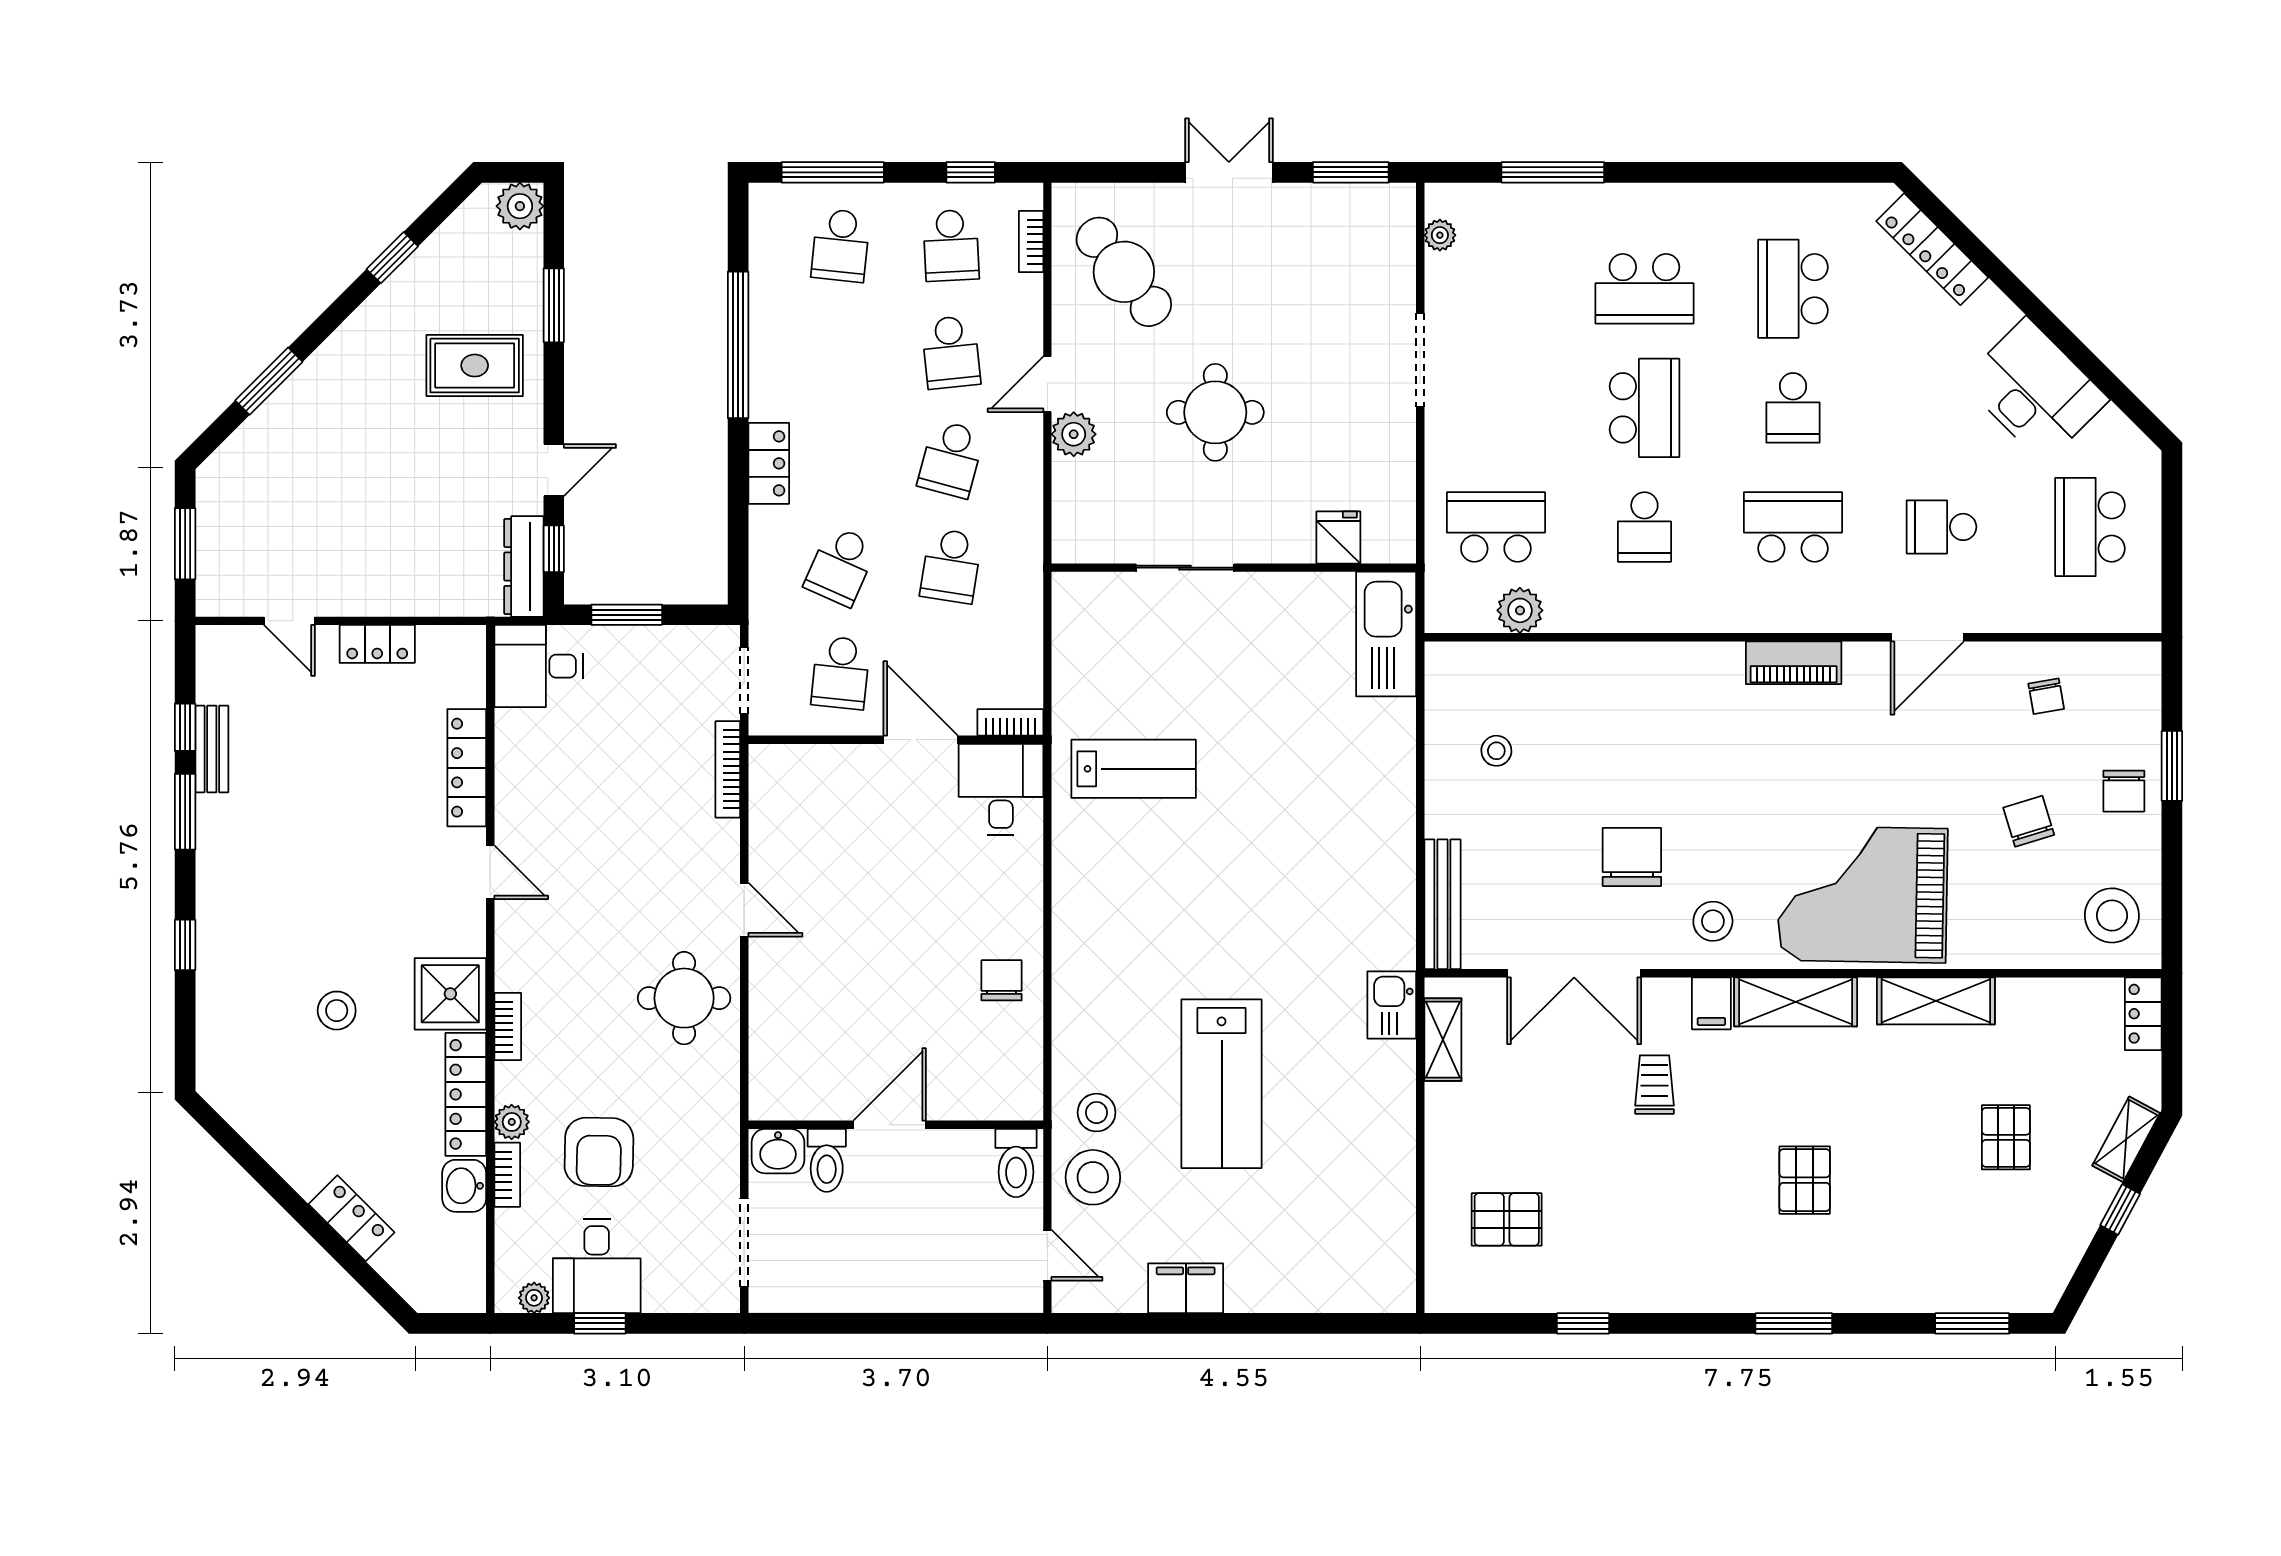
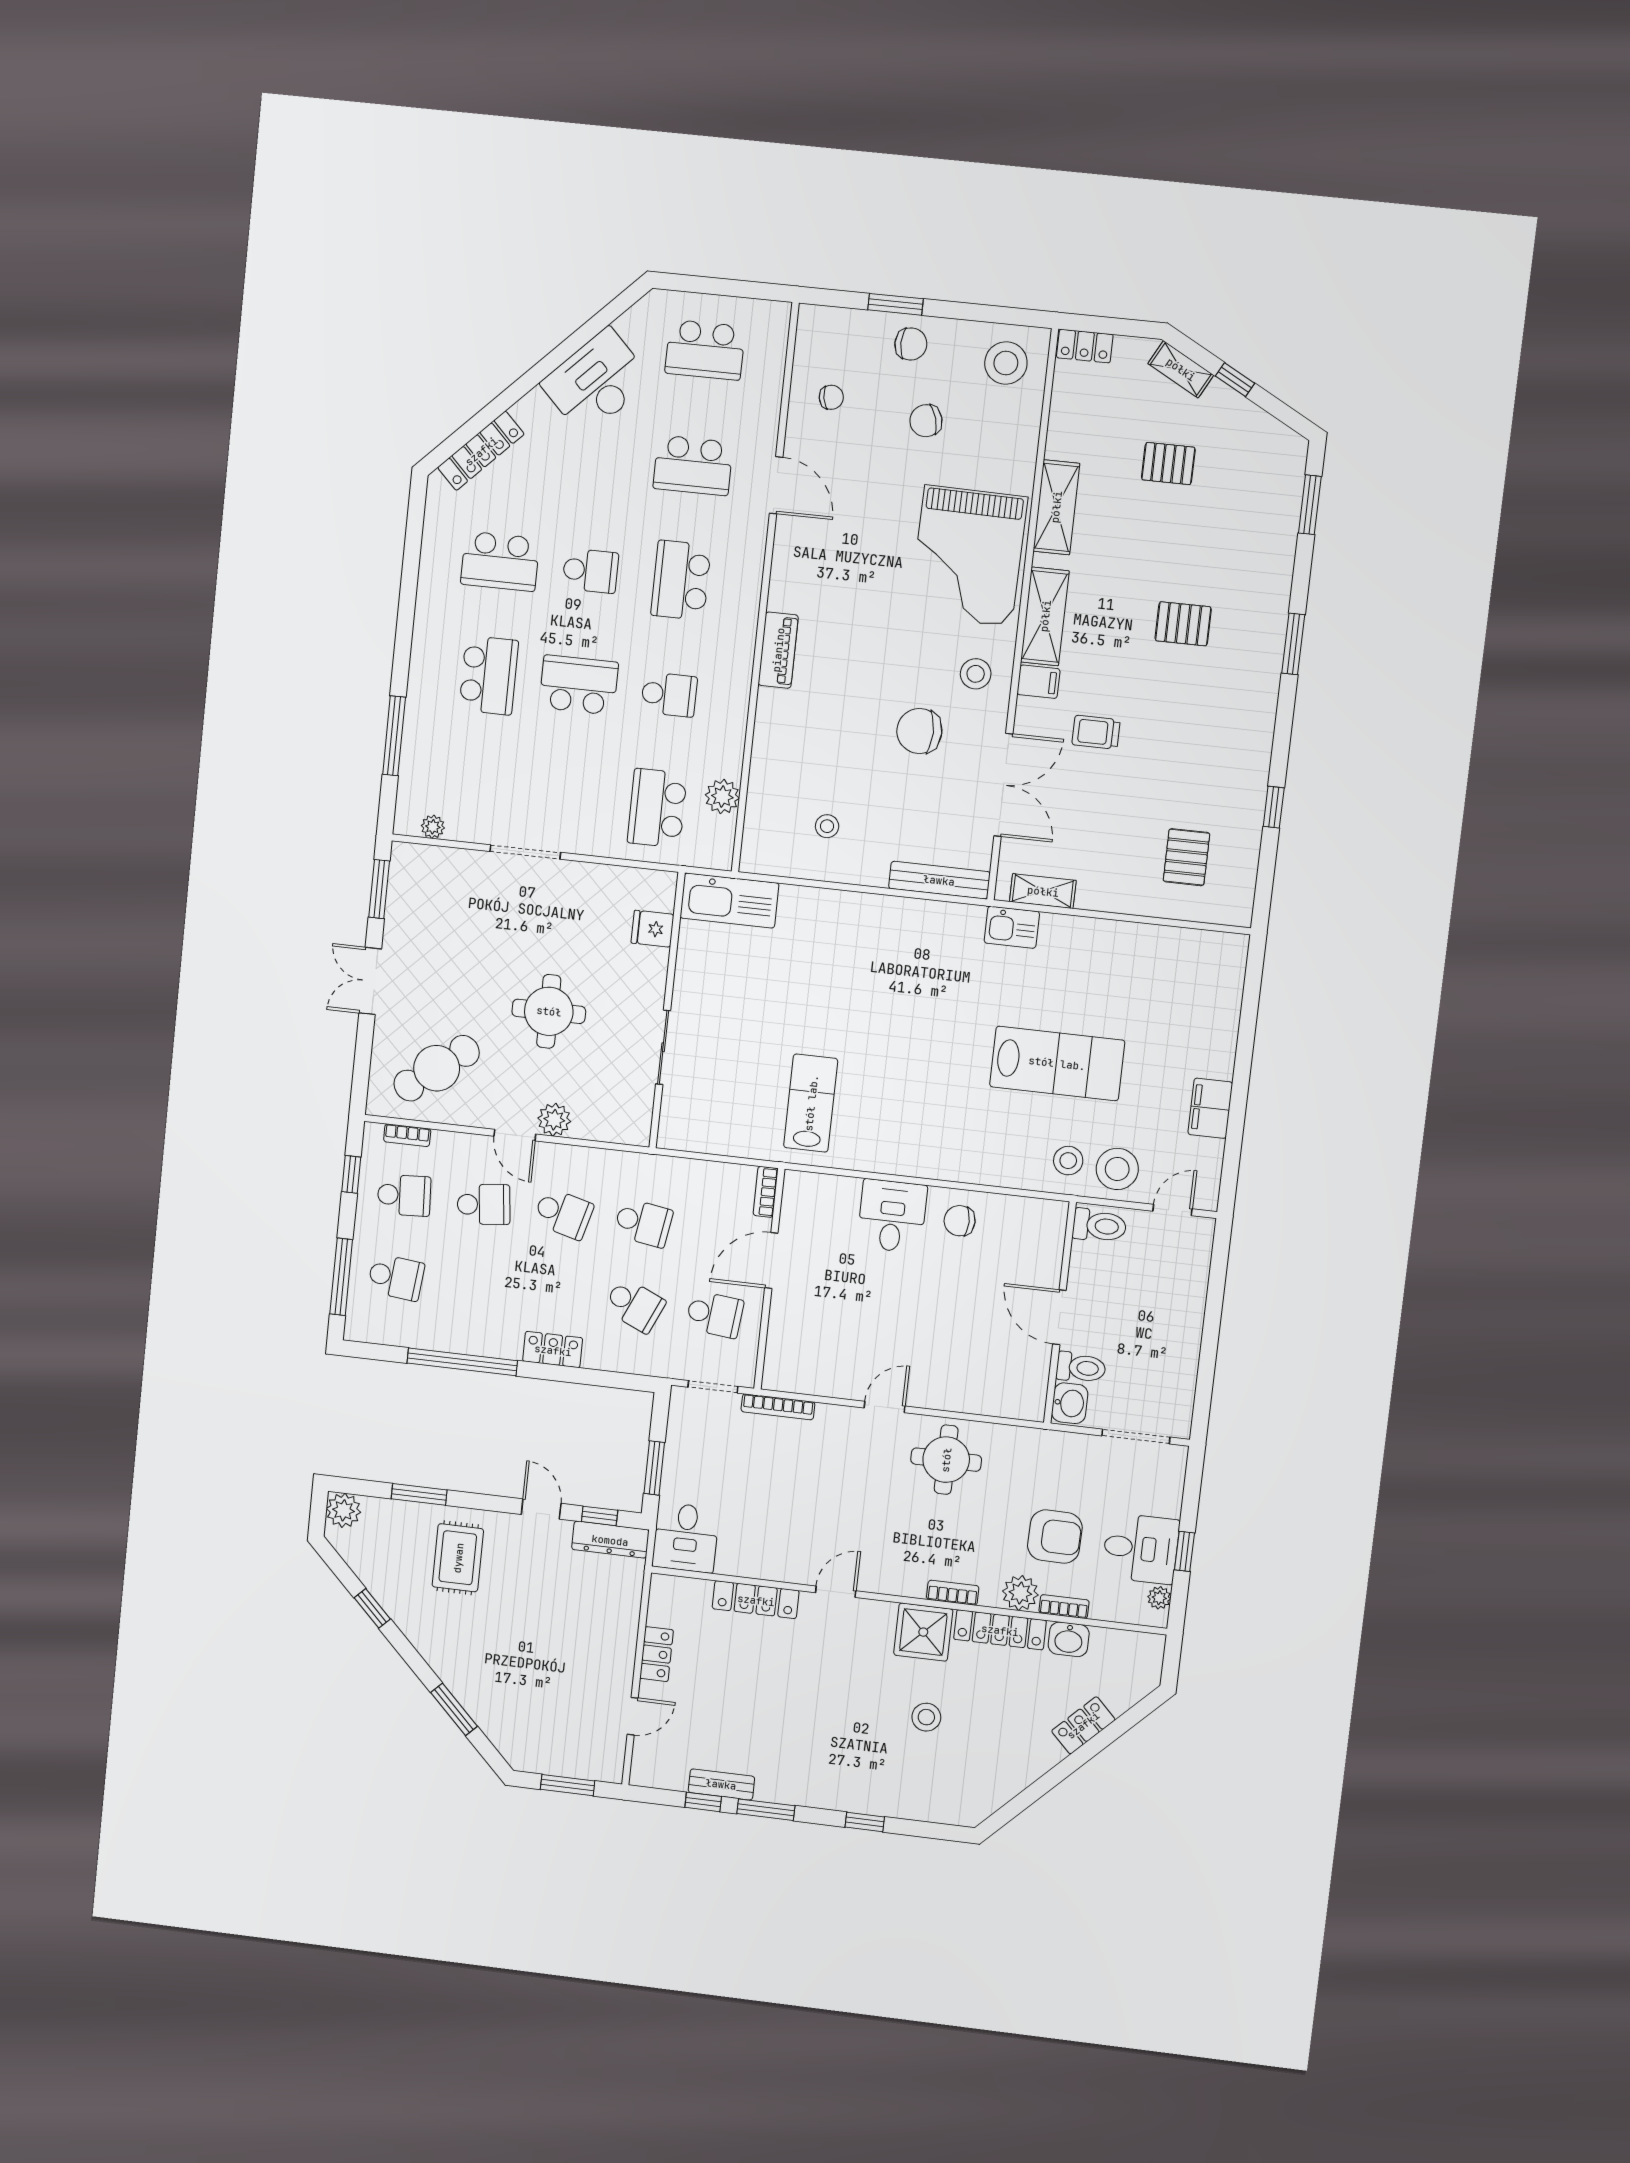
school desk: (1942, 527) -> (693, 465), width x1.85
piano: (1794, 663) -> (778, 650), moved
desk: (1001, 789) -> (892, 1216), moved, turned 90
plant: (512, 1122) -> (1020, 1593), width x1.38, depth x1.38

